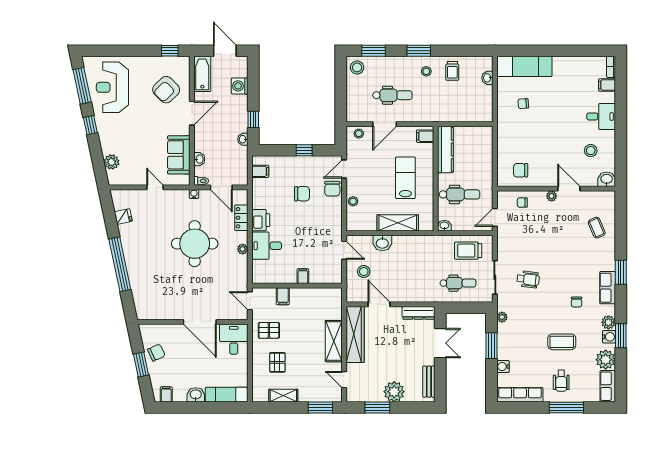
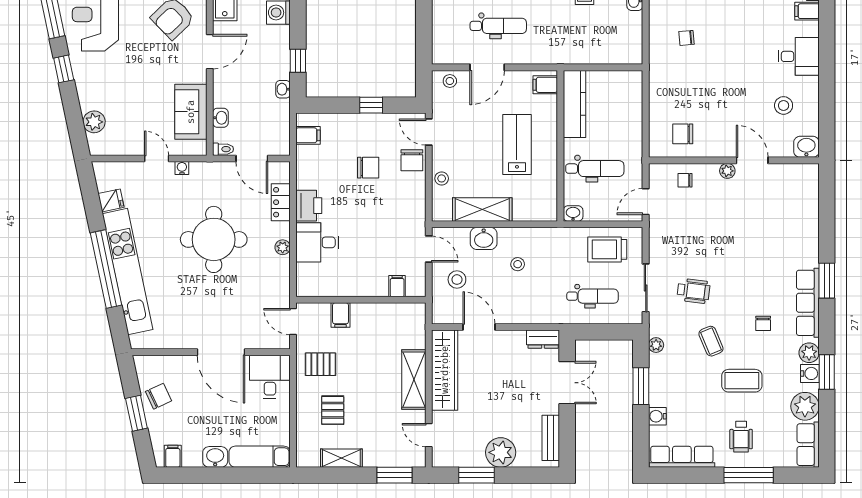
door: (344, 169) -> (429, 132), hinge flipped
water cooler: (194, 194) -> (182, 168), moved
shelving: (398, 223) -> (482, 210), moved
coffee table: (597, 228) -> (711, 341), moved
stool: (406, 261) -> (518, 264), added
kitchen unit: (135, 266) -> (128, 272), added
filing cabinet: (303, 276) -> (397, 286), moved
row of seats: (608, 288) -> (808, 303), width x1.48
dresser: (419, 313) -> (543, 339), width x0.70

